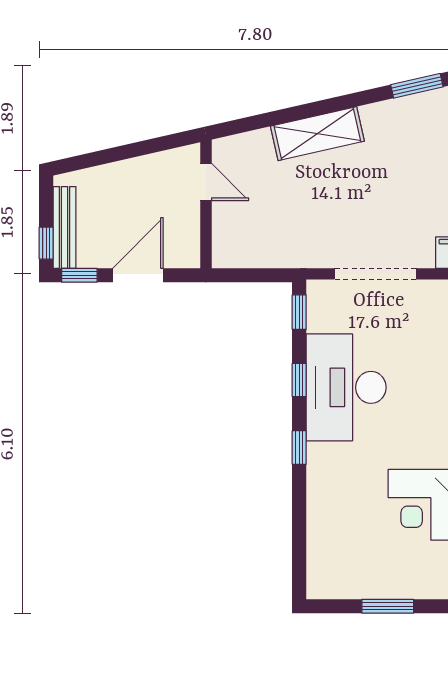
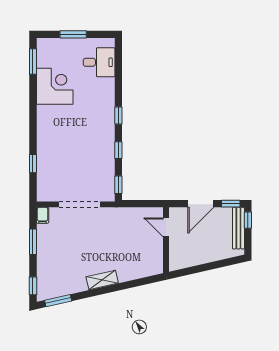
shelving: (317, 134) -> (102, 280), width x0.67, depth x0.75
door: (206, 182) -> (166, 227), moved
desk: (346, 387) -> (99, 62), moved, width x0.53, depth x0.77

